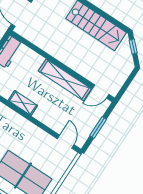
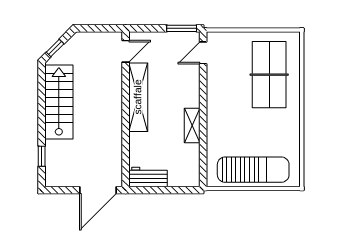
door: (100, 91) -> (126, 51), hinge flipped
window: (98, 127) -> (182, 28), moved

